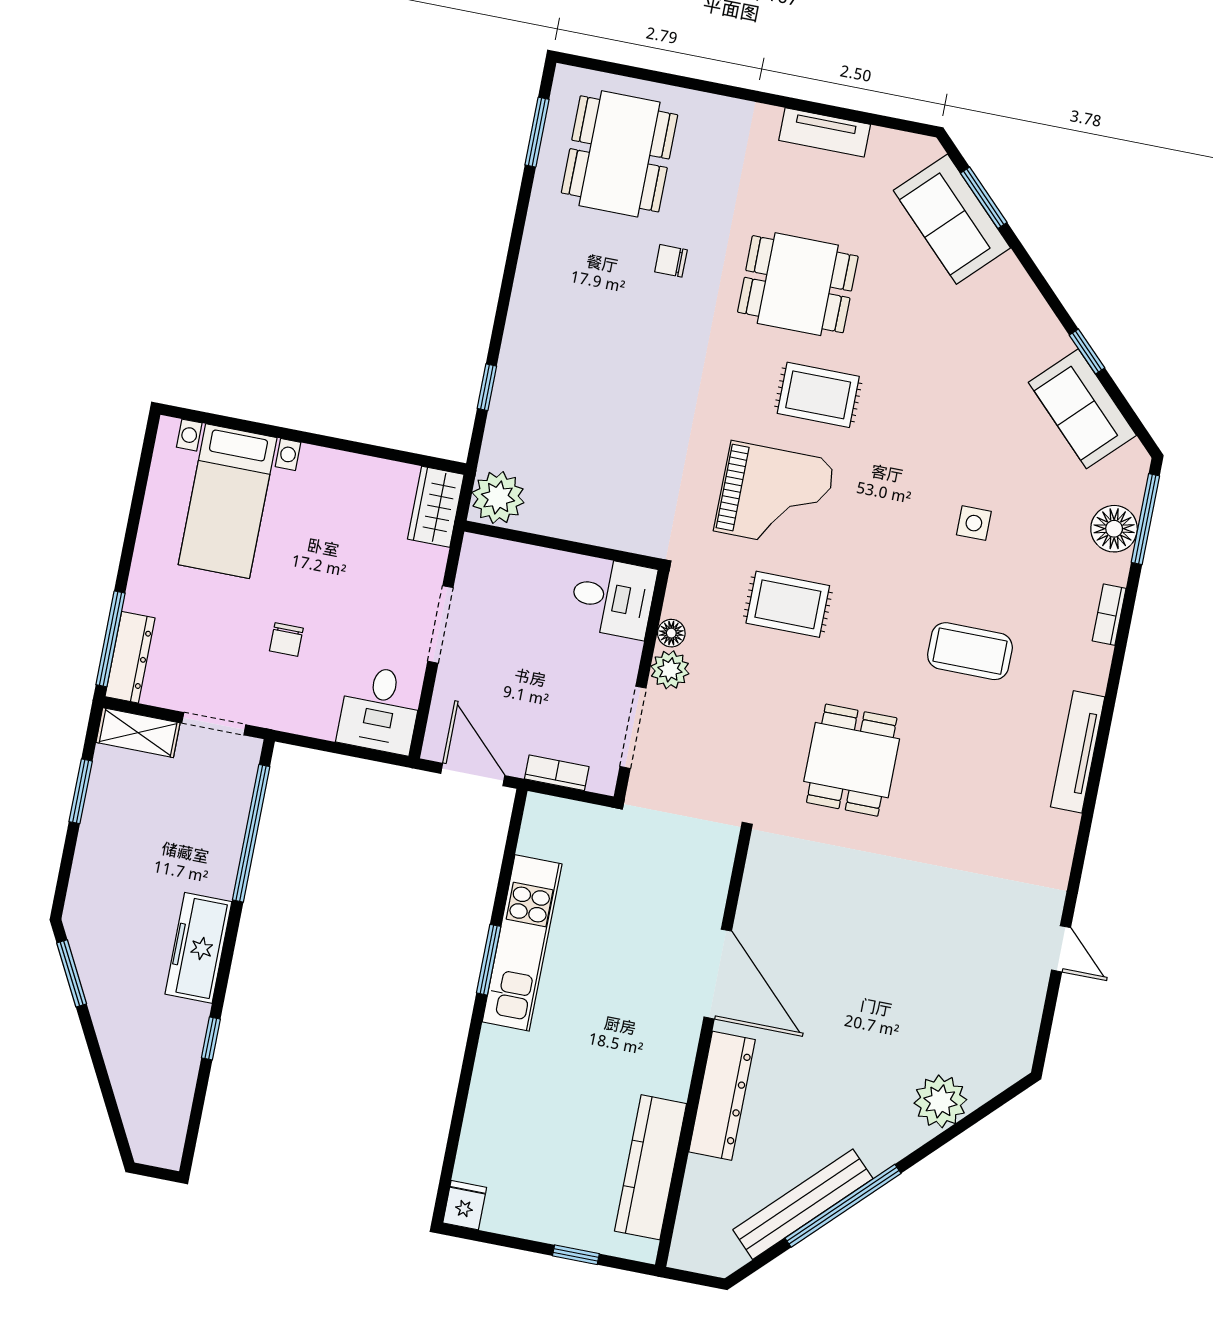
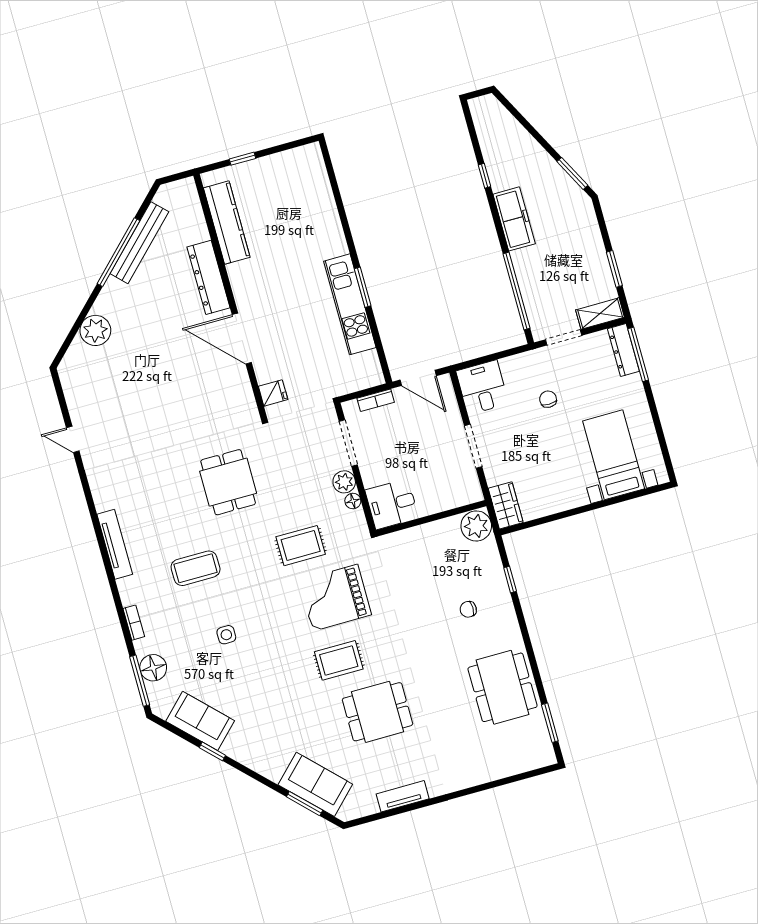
dining table: (620, 154) -> (503, 687), moved
chair: (671, 261) -> (468, 609), moved, turned 180
fridge: (465, 1205) -> (273, 393), moved, turned -90

